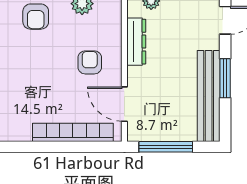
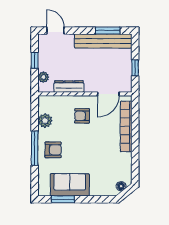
window: (225, 78) -> (108, 31), moved
window: (166, 147) -> (135, 68), width x0.46

